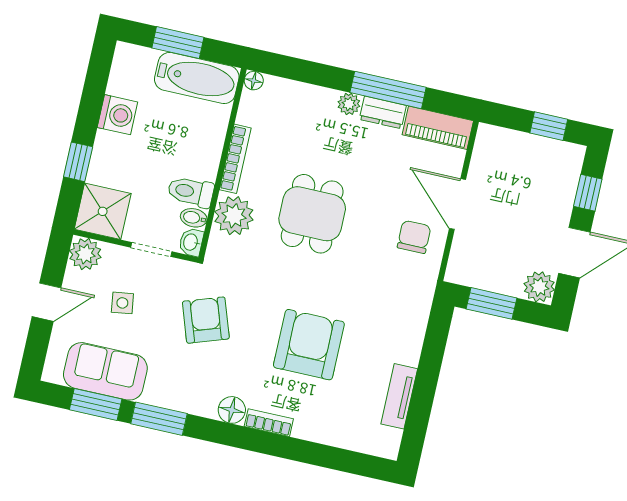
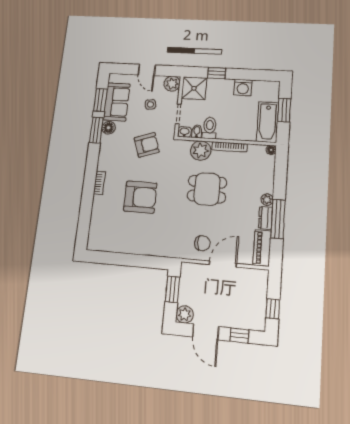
tv unit: (399, 396) -> (119, 247), removed
floor lamp: (232, 410) -> (109, 128), moved

